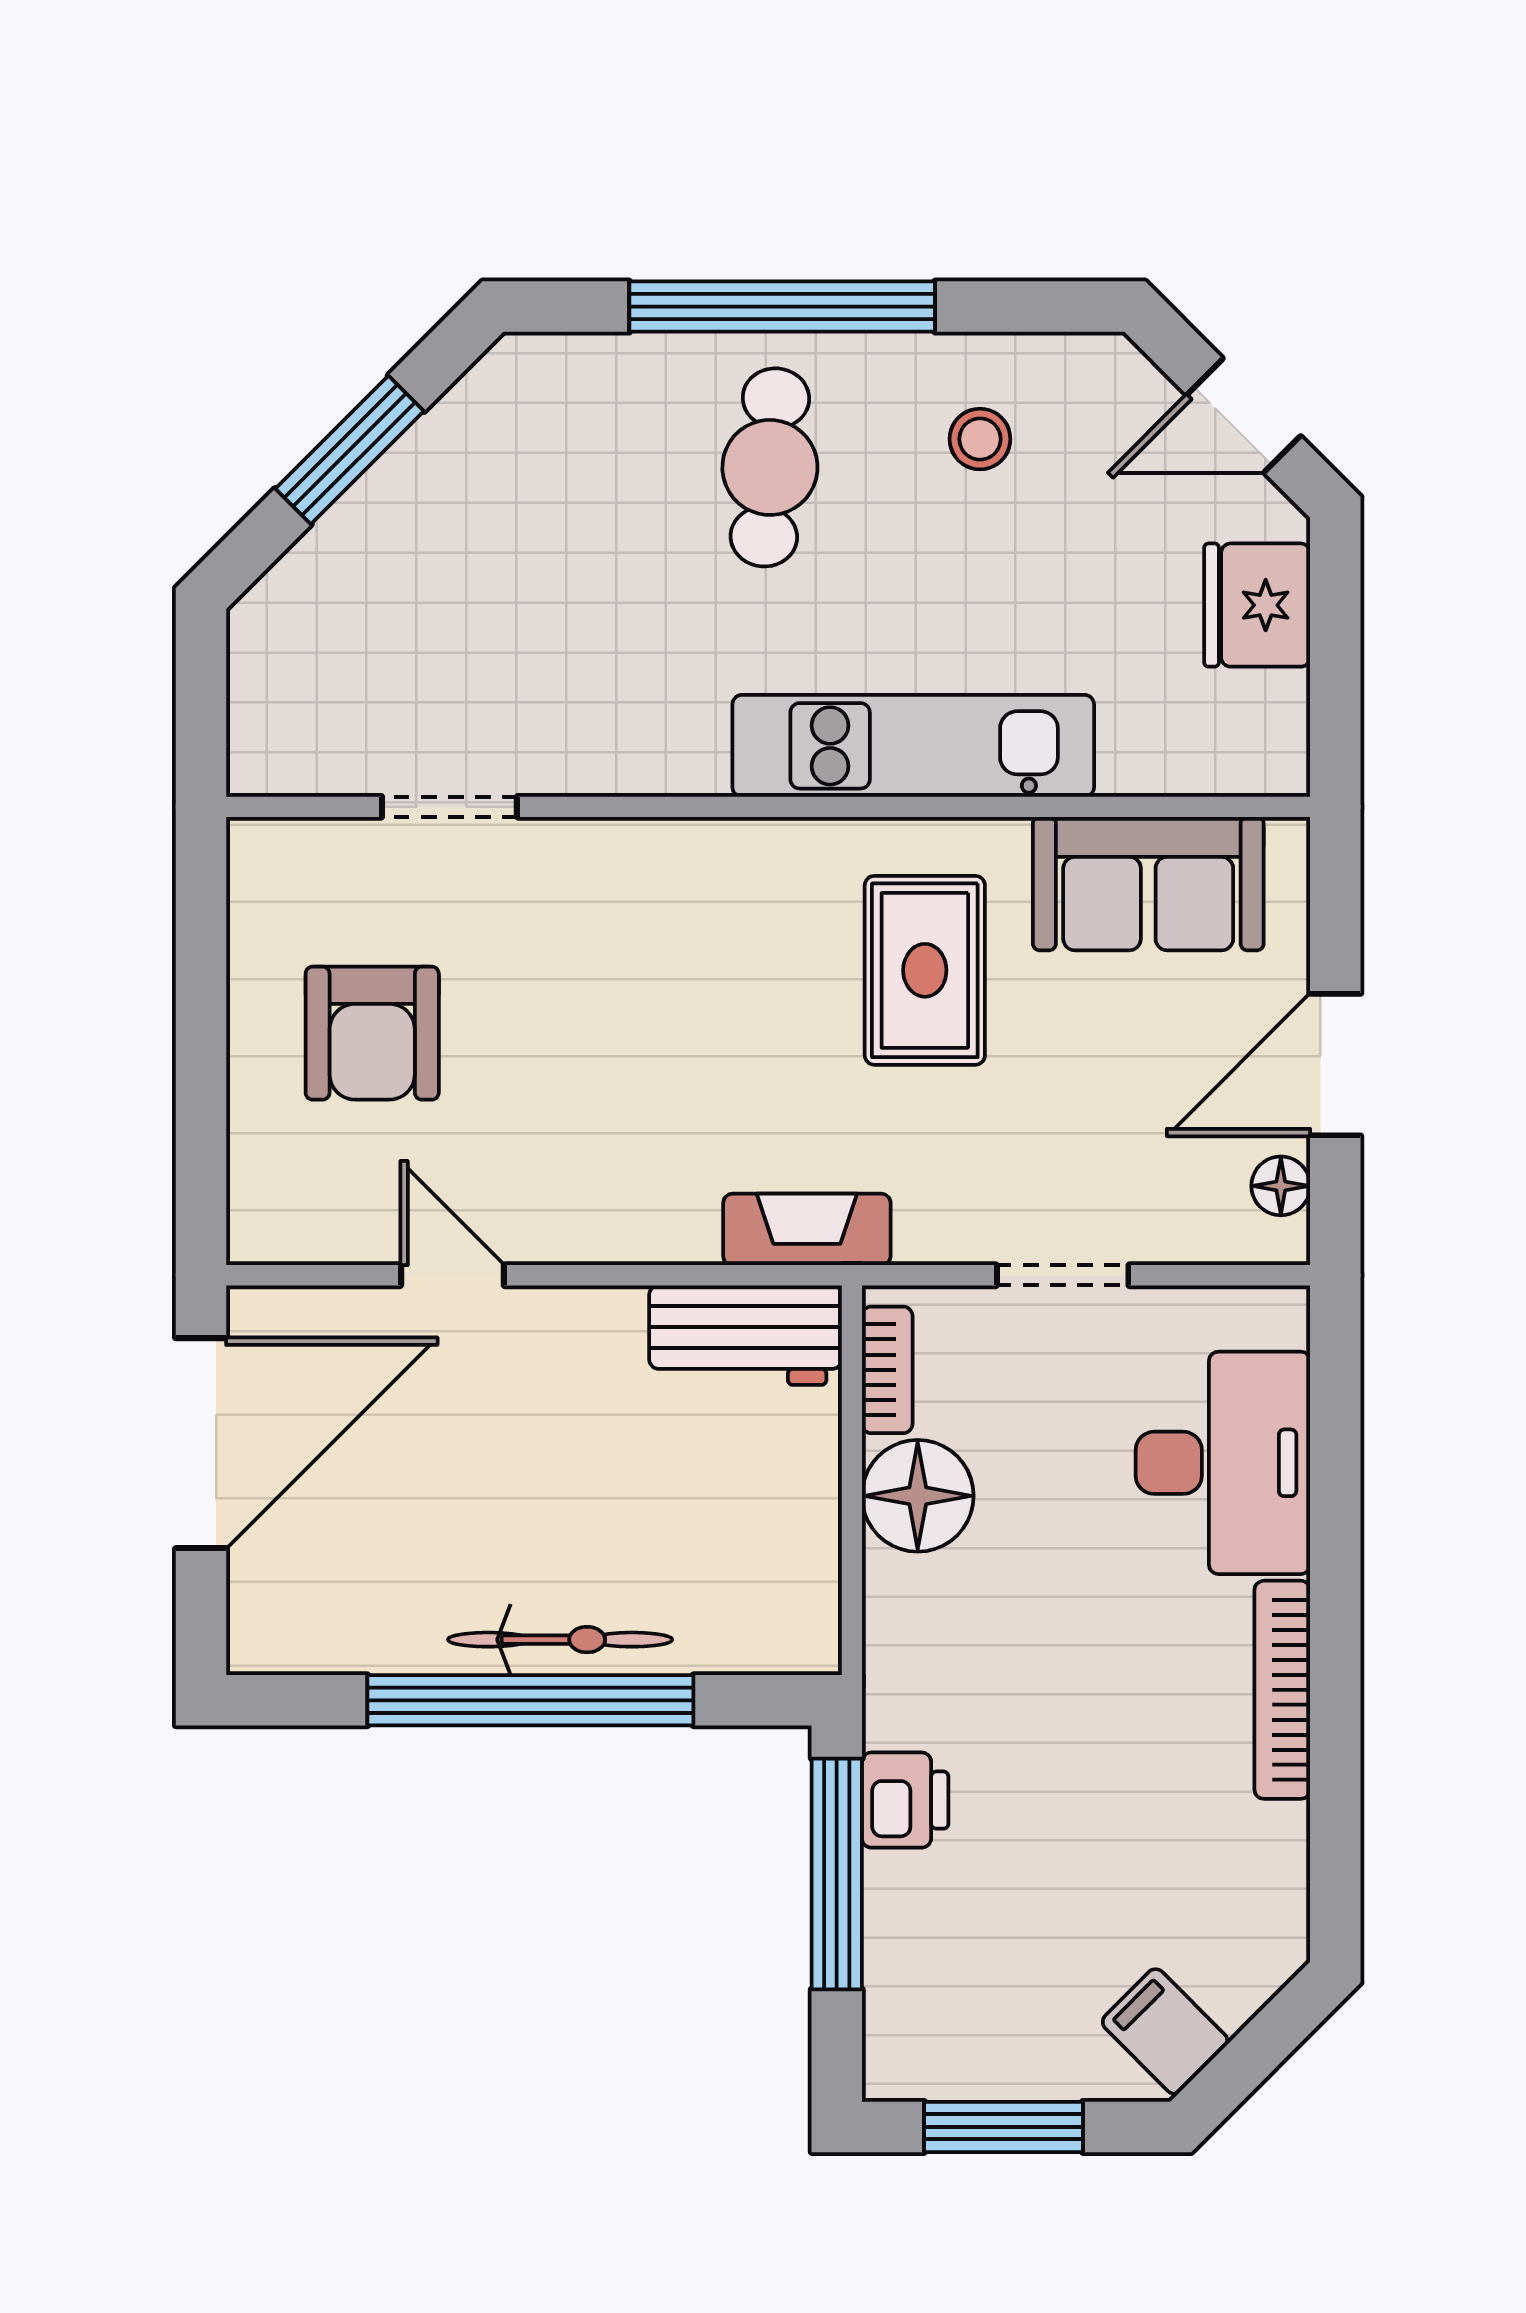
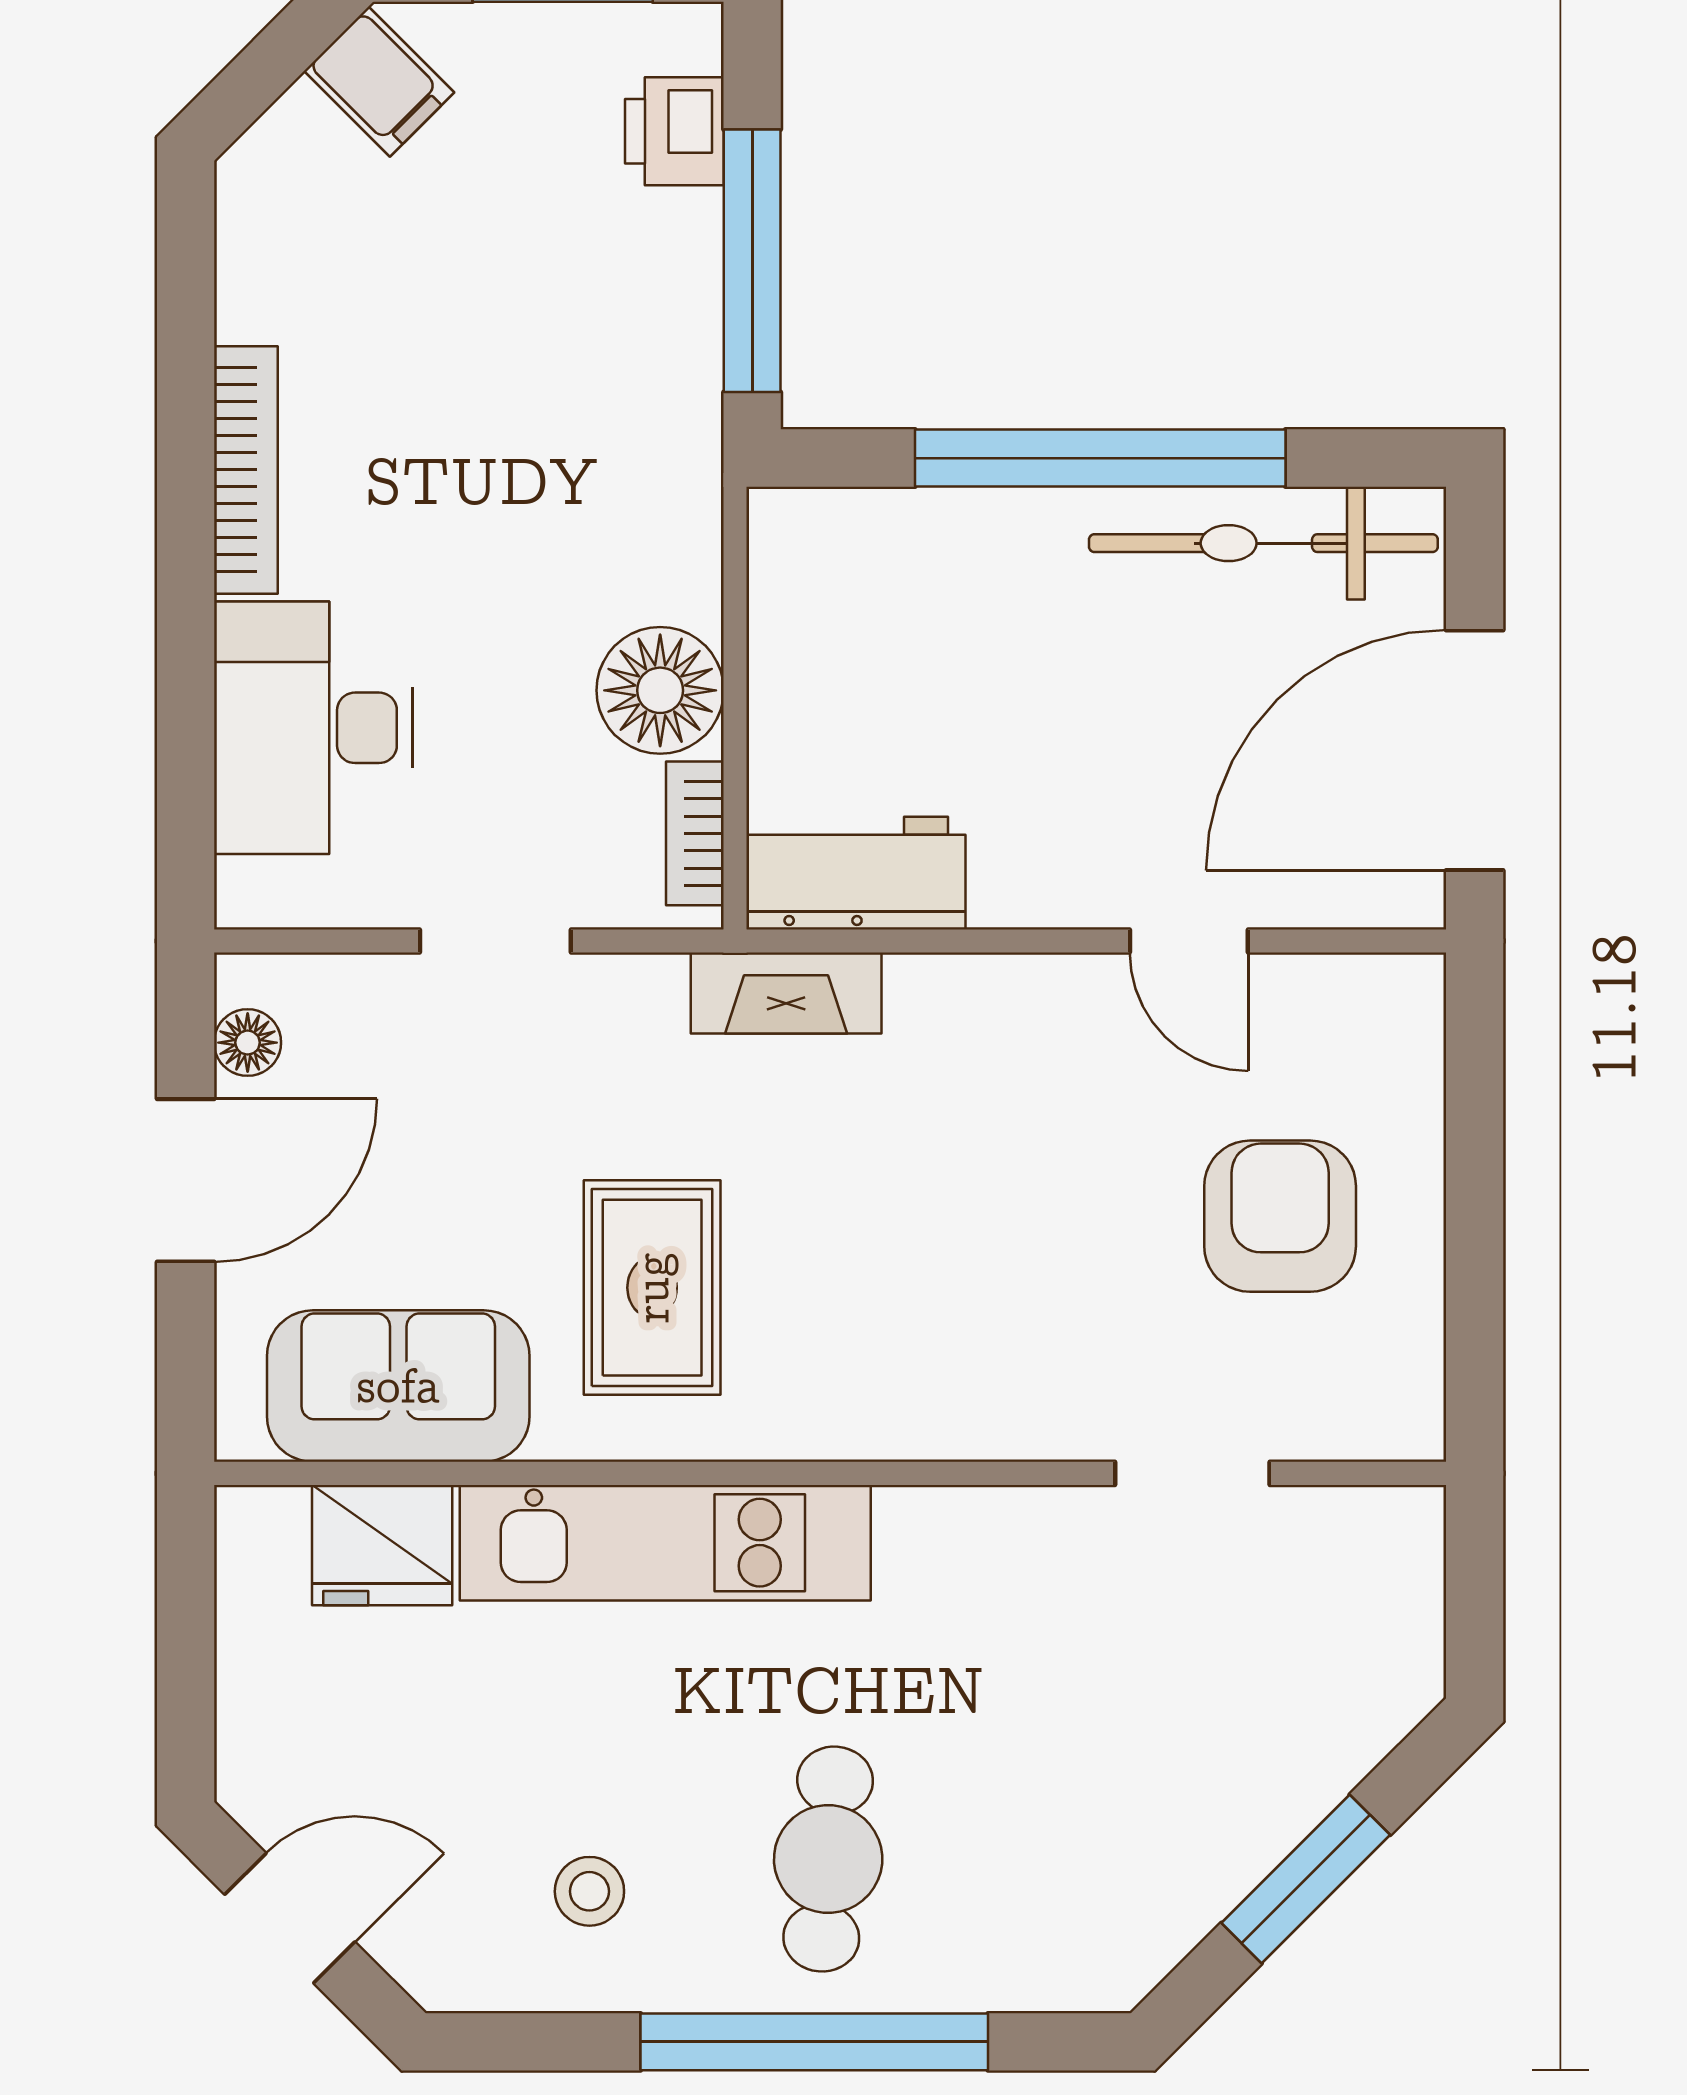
fridge: (1257, 605) -> (382, 1545), moved, turned 90
bicycle: (560, 1640) -> (1263, 543), moved, width x1.37, depth x1.40
printer: (905, 1800) -> (674, 131), moved

